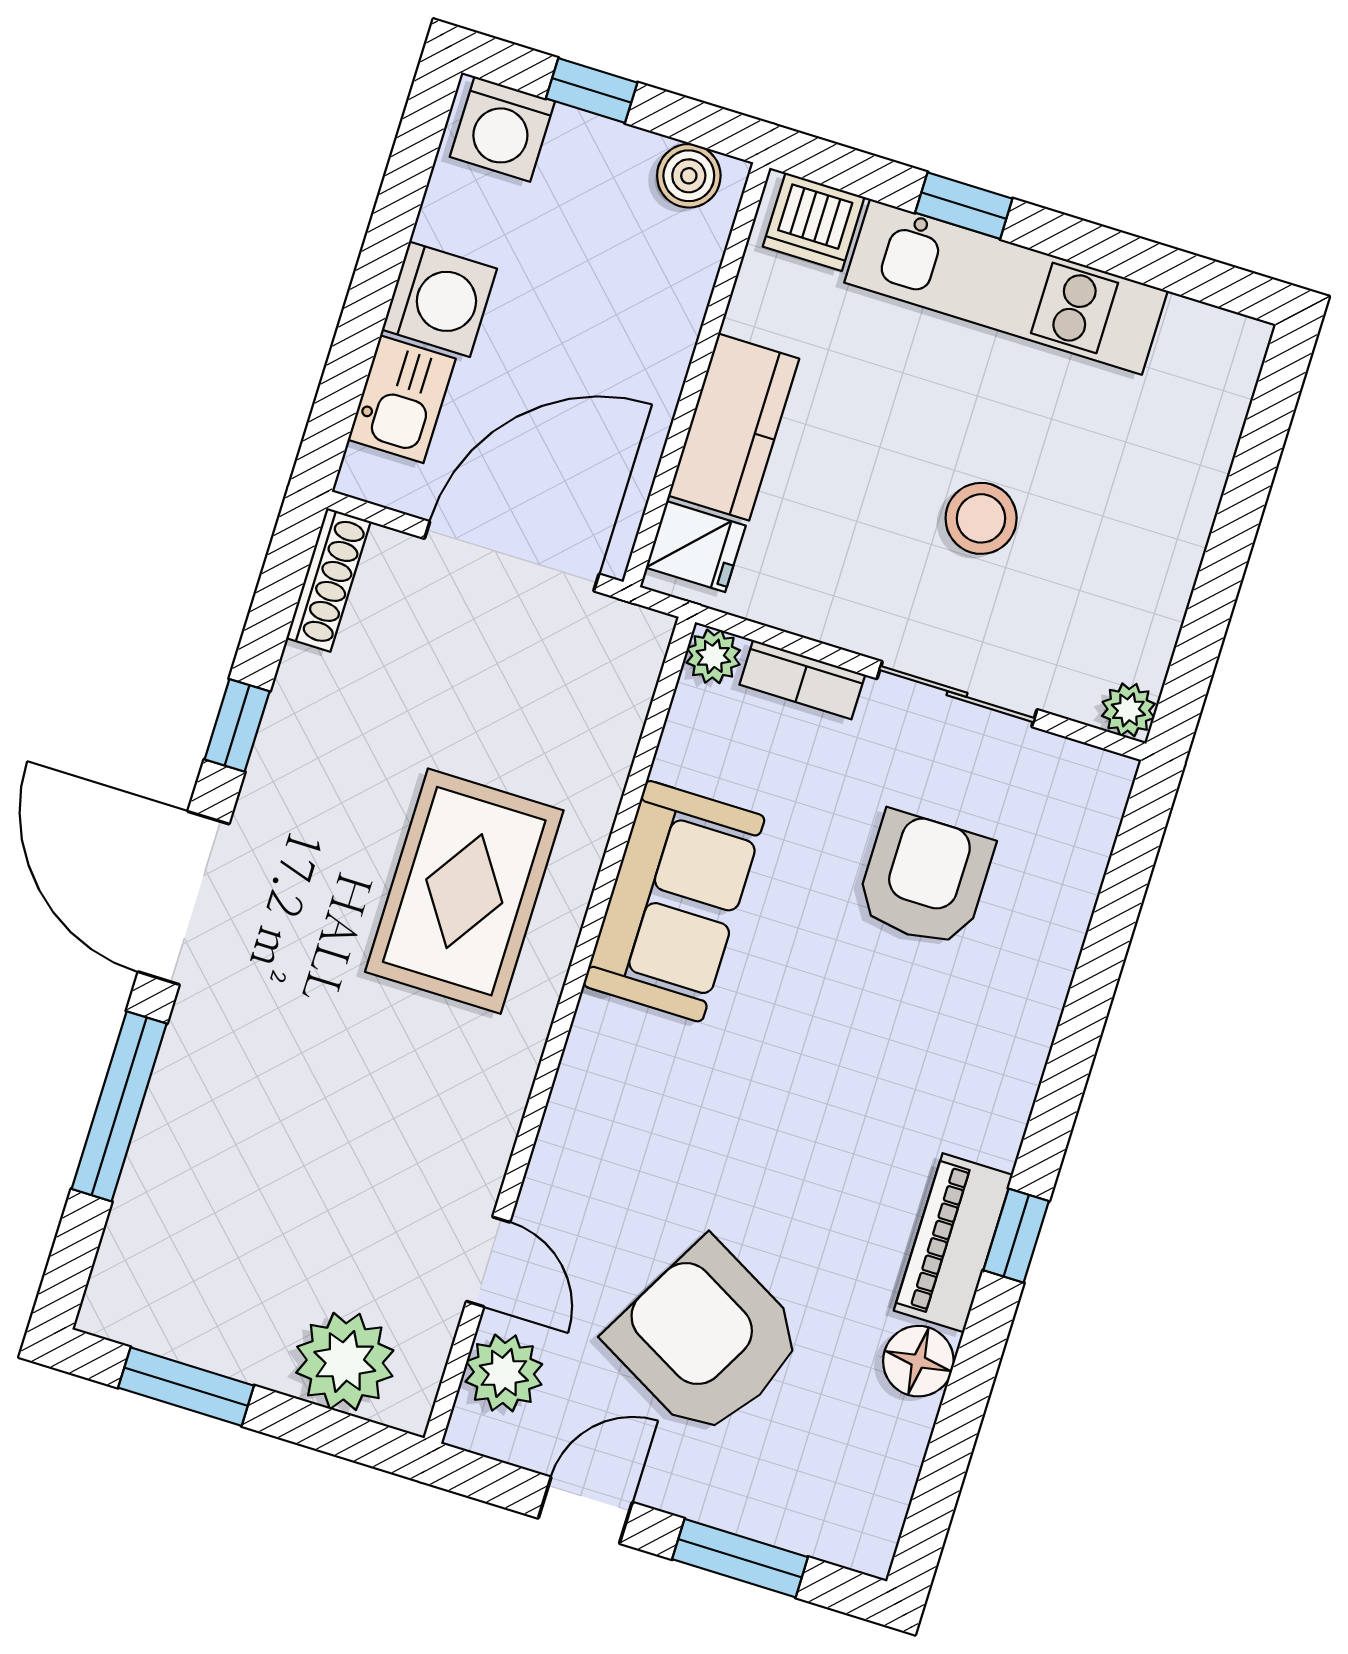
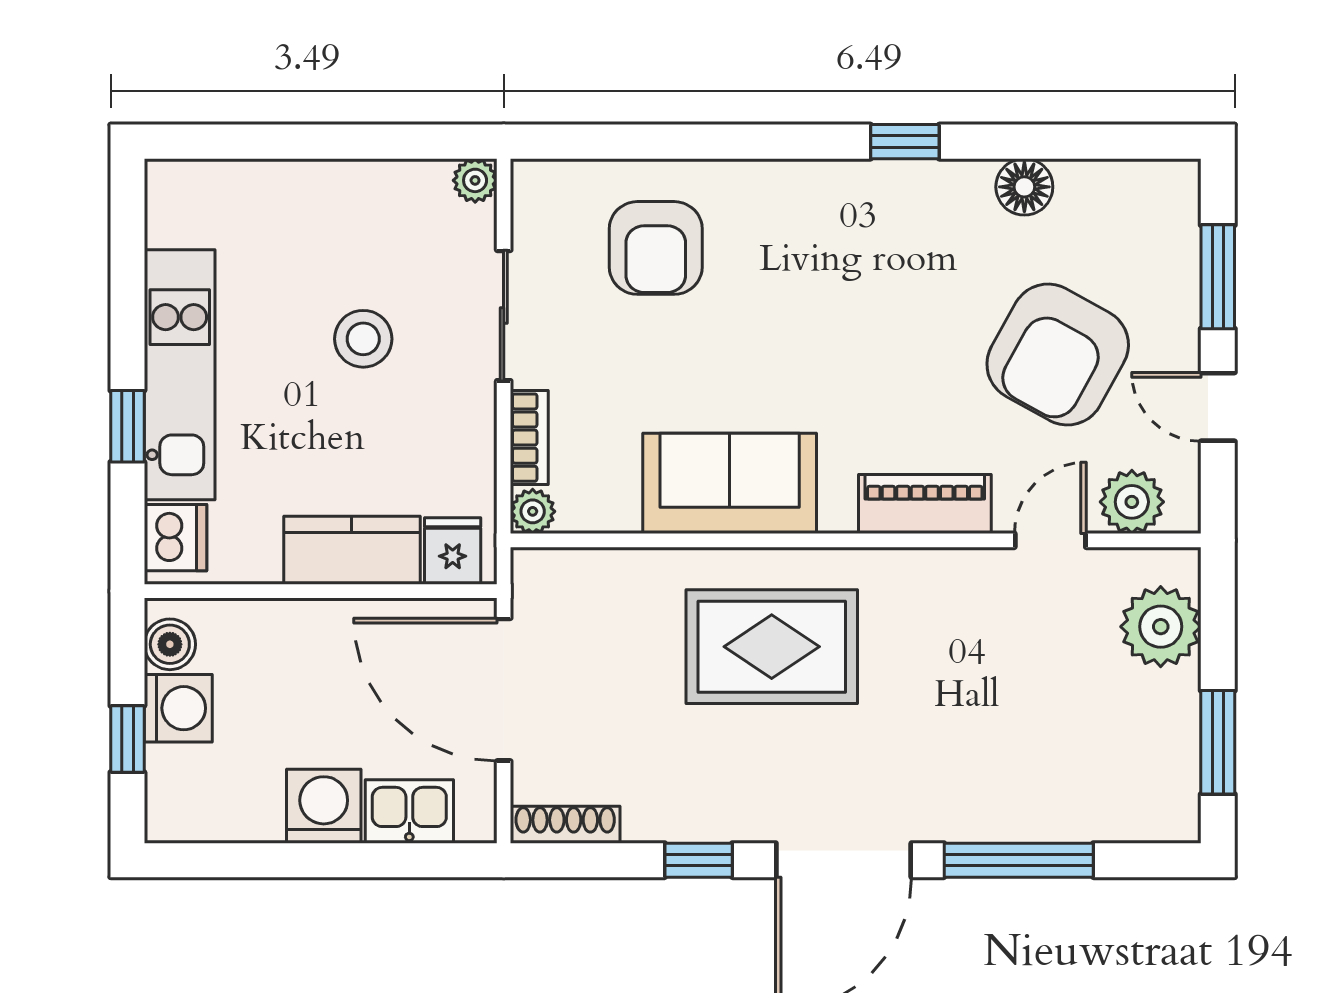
washing machine: (502, 129) -> (178, 708), moved
armchair: (925, 879) -> (656, 248), moved, turned -90
piano: (953, 1243) -> (925, 504), moved, turned 180

